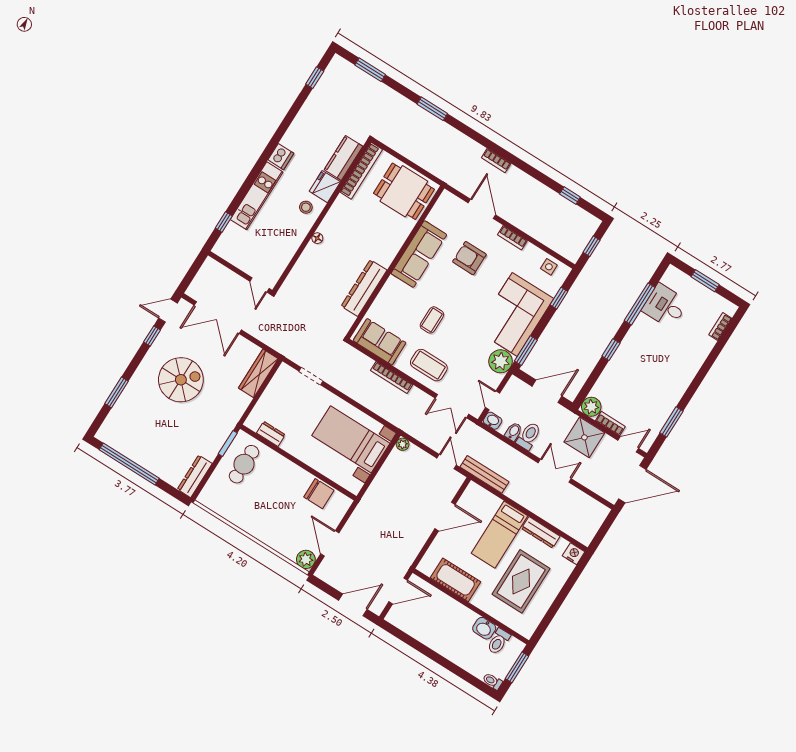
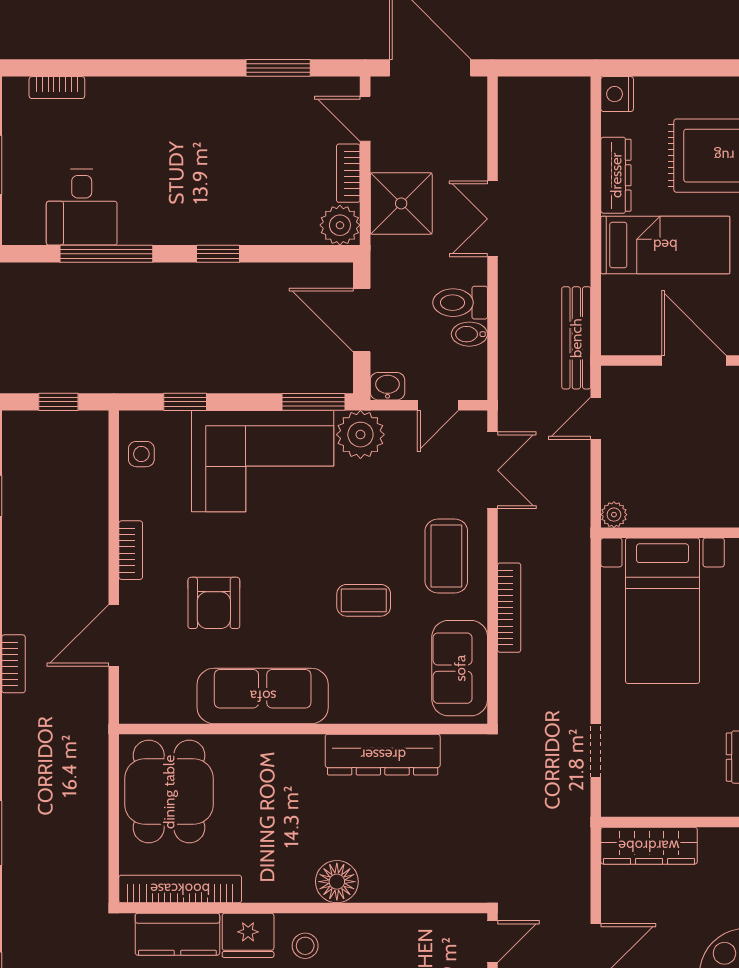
floor lamp: (317, 238) -> (337, 882), width x1.89, depth x1.89
washbasin: (493, 421) -> (388, 386), moved, turned 90

